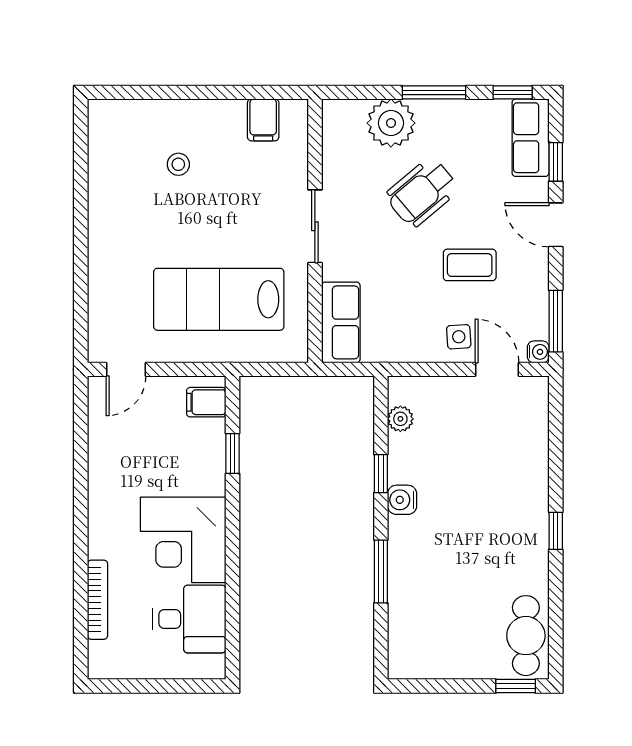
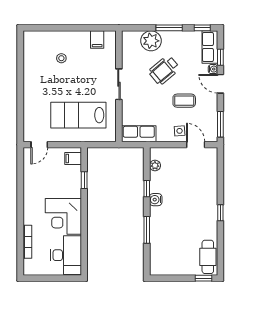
row of seats: (341, 322) -> (139, 134), moved, turned -90
water cooler: (538, 352) -> (213, 69), moved
desk: (189, 619) -> (66, 255), width x1.37

